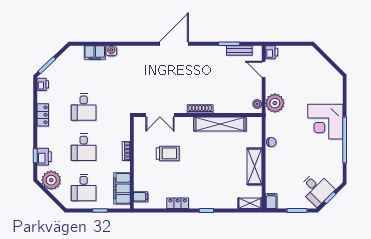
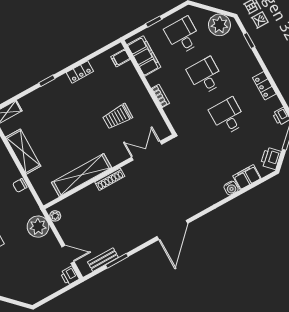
printer: (44, 157) -> (271, 158), moved, turned 46

